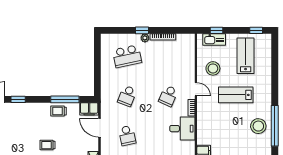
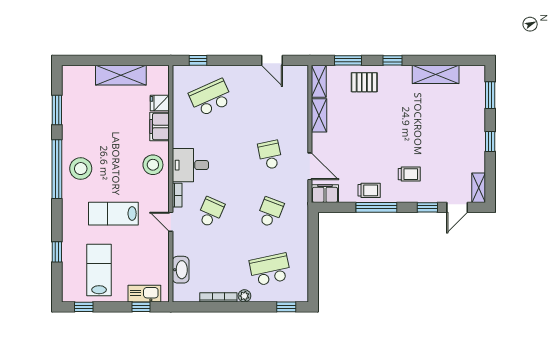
window: (142, 30) -> (286, 307), moved
washbasin: (189, 56) -> (181, 270), added
lab bench: (246, 56) -> (99, 270), turned 180
stool: (213, 68) -> (153, 165), moved
window: (275, 68) -> (57, 252), added
lab bench: (236, 95) -> (113, 214), turned 180
window: (65, 99) -> (376, 207), moved
trolley: (48, 145) -> (409, 174), moved

